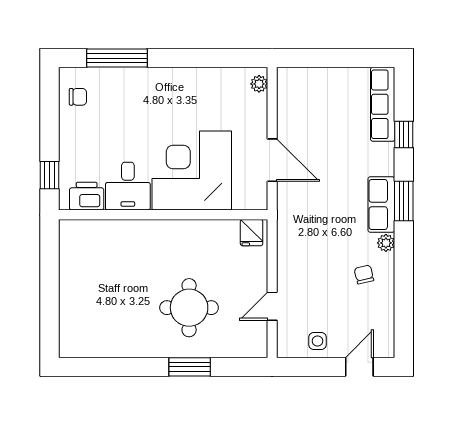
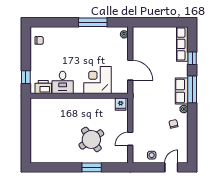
window: (117, 58) -> (93, 22), moved
corner desk: (192, 171) -> (98, 80), width x0.74, depth x0.74
window: (404, 201) -> (192, 89), width x1.44
round table: (189, 308) -> (91, 139), turned -35

